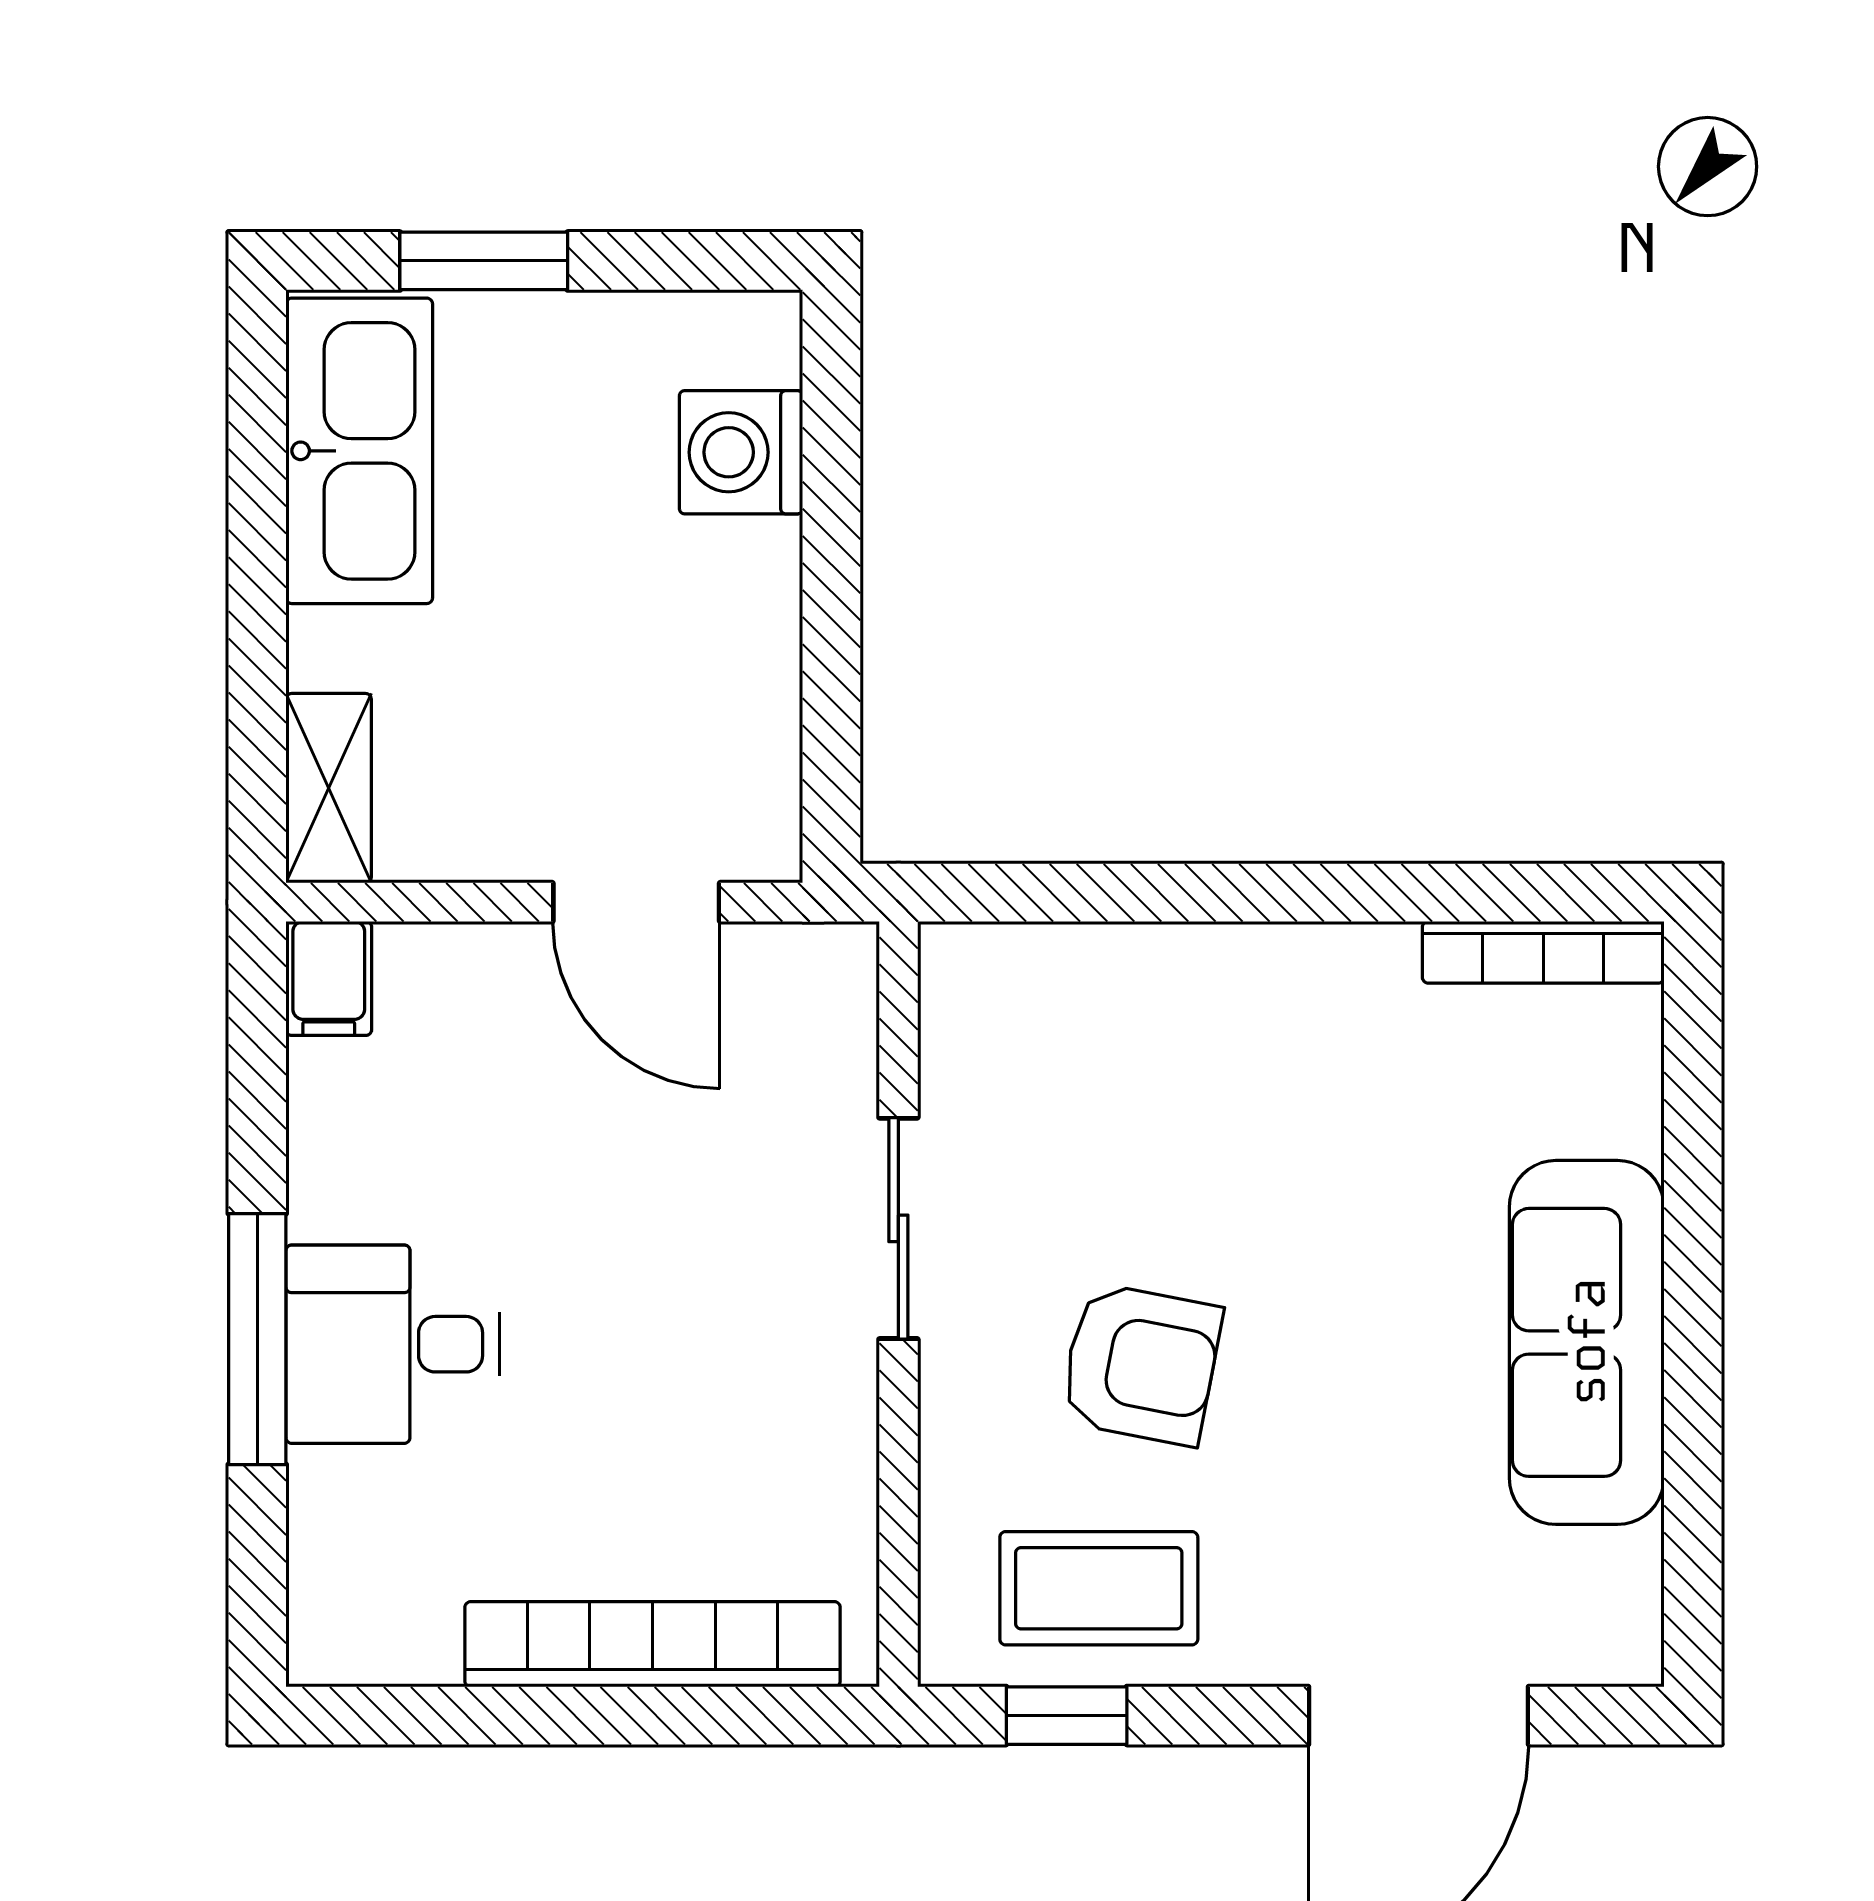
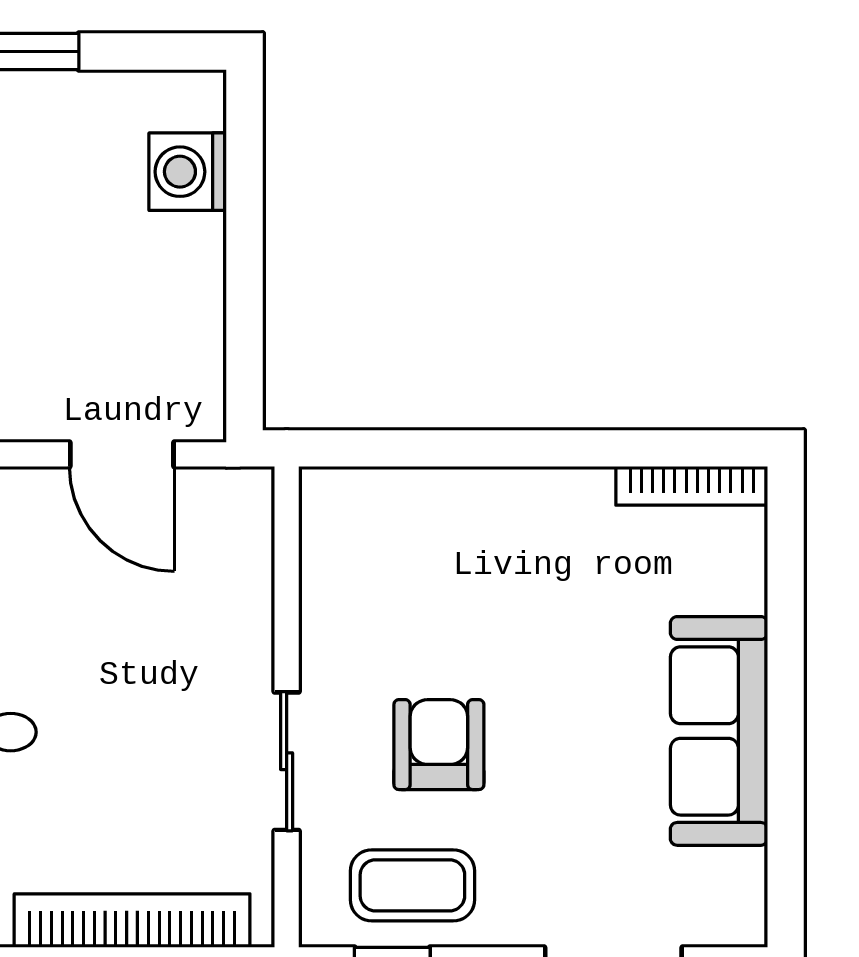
sliding door: (898, 1228) -> (287, 761), moved
armchair: (1141, 1364) -> (439, 745), turned -101

